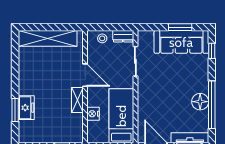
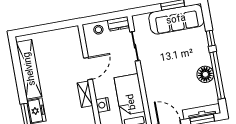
shelving: (48, 38) -> (29, 69), moved, turned 90
window: (212, 51) -> (211, 38), moved
door: (85, 75) -> (88, 69), hinge flipped

